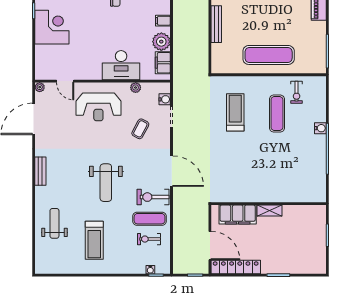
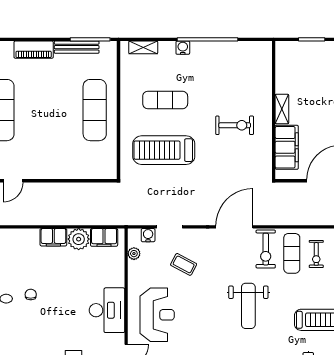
filing cabinet: (163, 21) -> (53, 237), width x2.00
bench: (216, 24) -> (77, 47), moved
desk: (121, 65) -> (107, 310), moved
plant: (136, 88) -> (134, 254), moved
exercise bike: (297, 92) -> (235, 125), moved, width x1.38, depth x1.39
shelving: (321, 95) -> (143, 47), added
treadmill: (235, 112) -> (164, 150), width x1.37, depth x1.38
weight bench: (106, 183) -> (248, 306), turned 90

